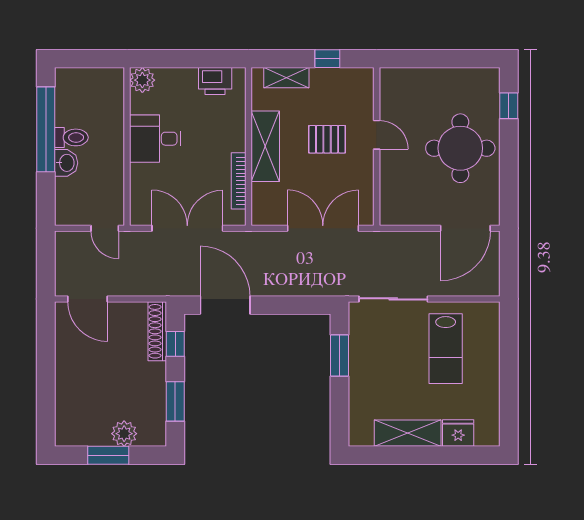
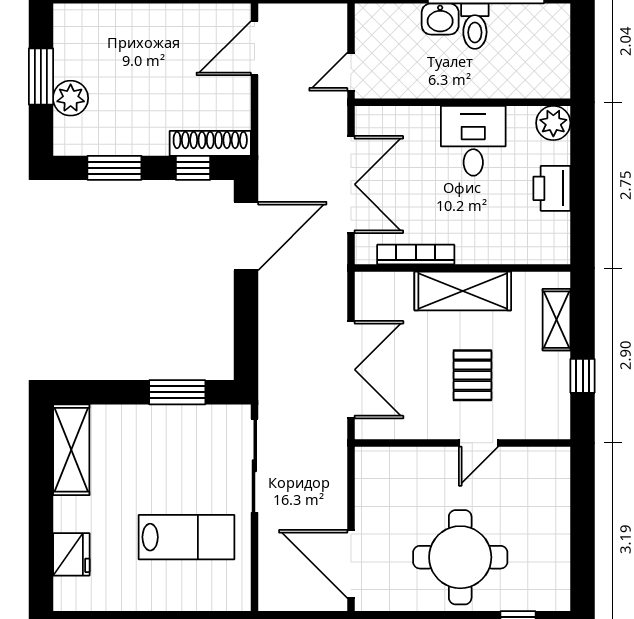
printer: (215, 81) -> (552, 188), moved
lab bench: (446, 349) -> (186, 537), turned 180
shelving: (408, 433) -> (71, 450), moved

